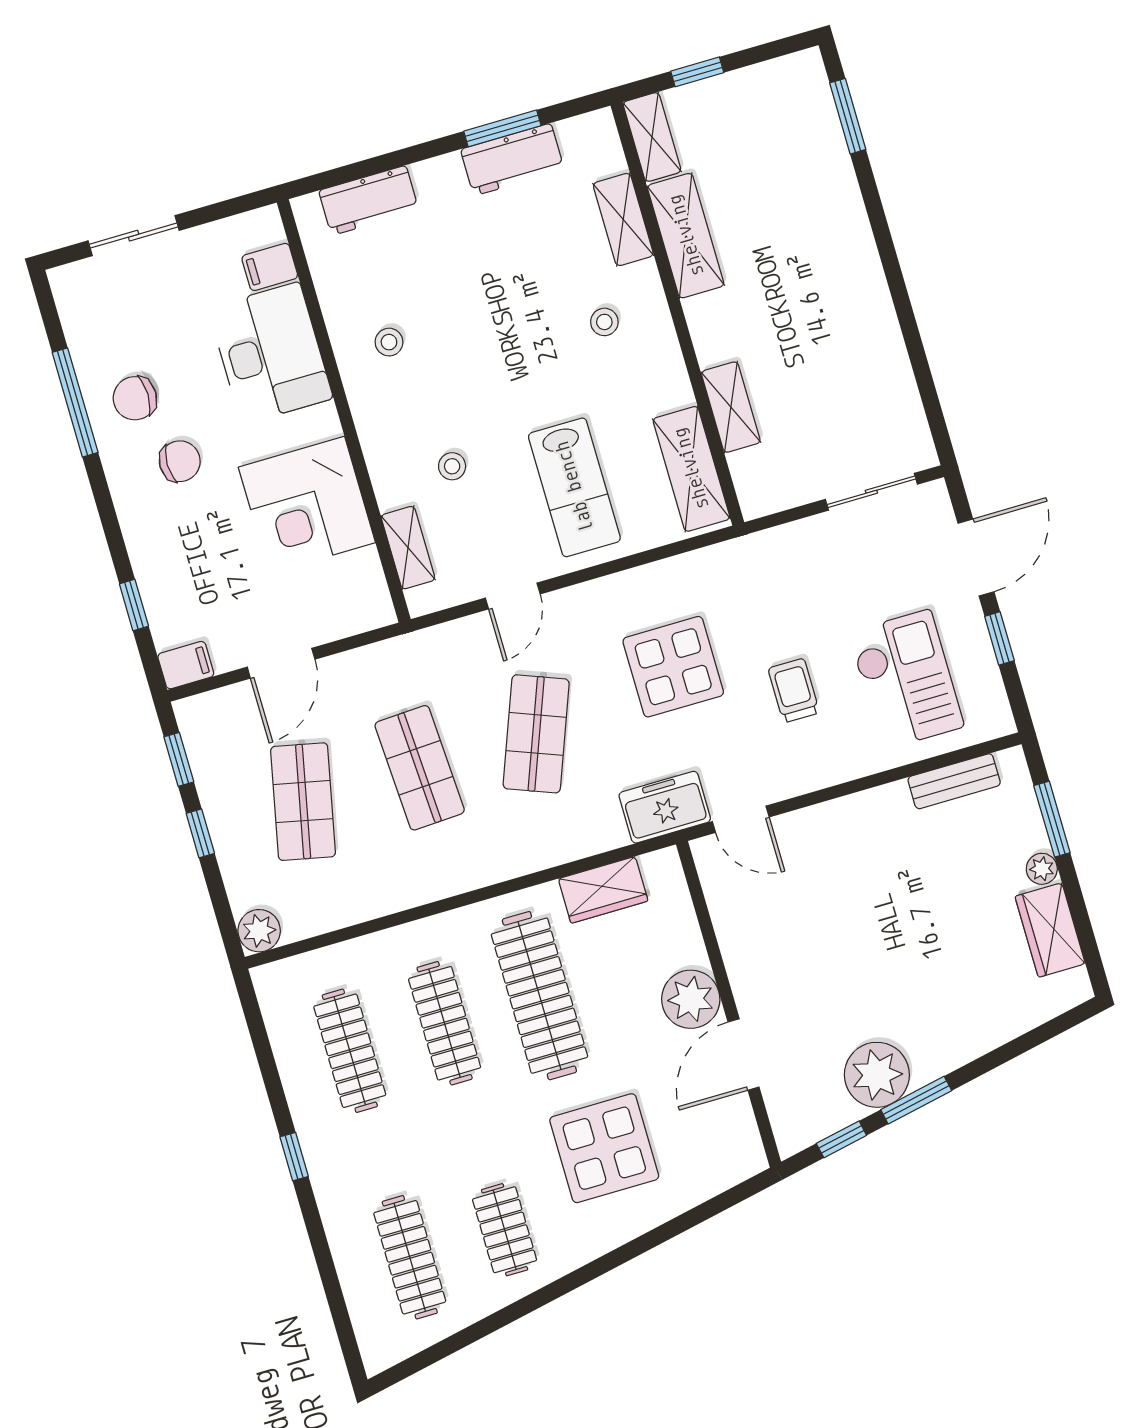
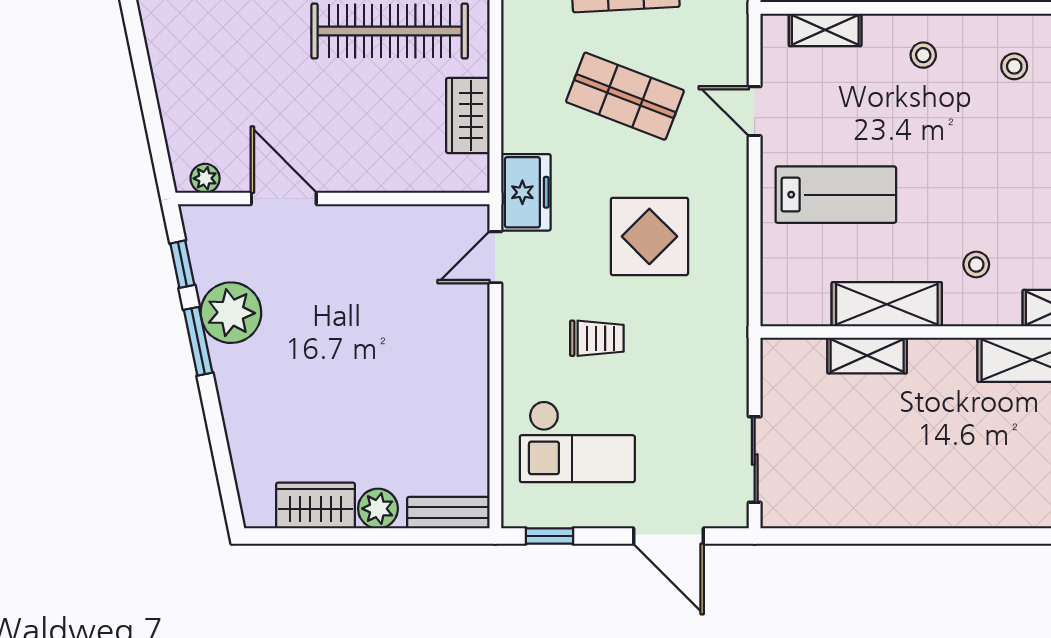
stool: (452, 466) -> (923, 55), moved
shelving: (691, 469) -> (887, 304), moved
lab bench: (574, 487) -> (836, 195), turned 180
window: (999, 638) -> (550, 536), moved
bench: (954, 781) -> (448, 513), moved, turned 90
window: (1052, 819) -> (414, 536), removed
plant: (1042, 869) -> (378, 509), width x1.38, depth x1.38
plant: (691, 999) -> (205, 178), moved, width x0.53, depth x0.53
display table: (604, 1148) -> (236, 49), removed

